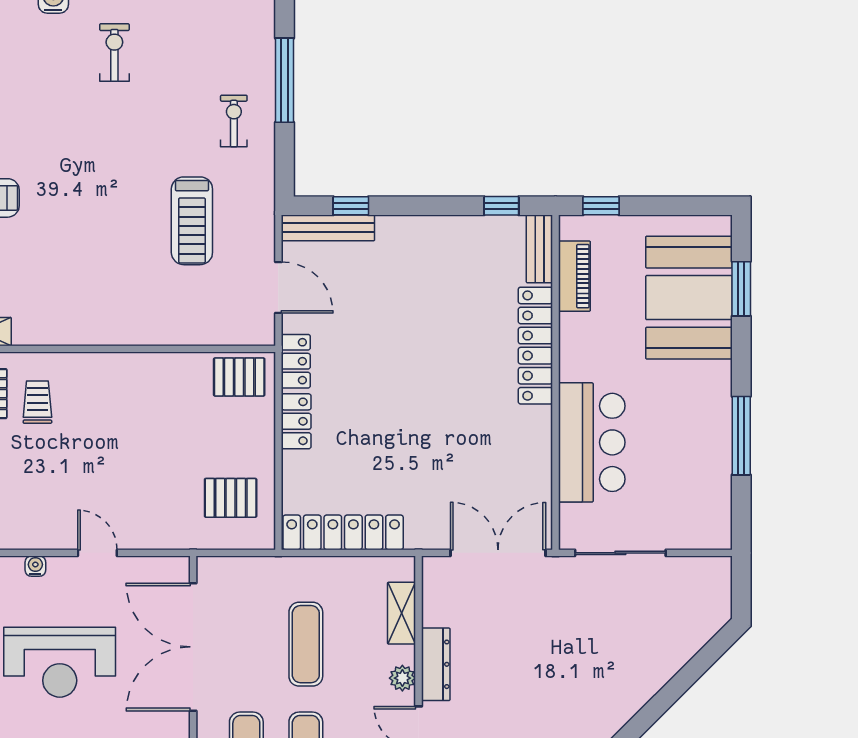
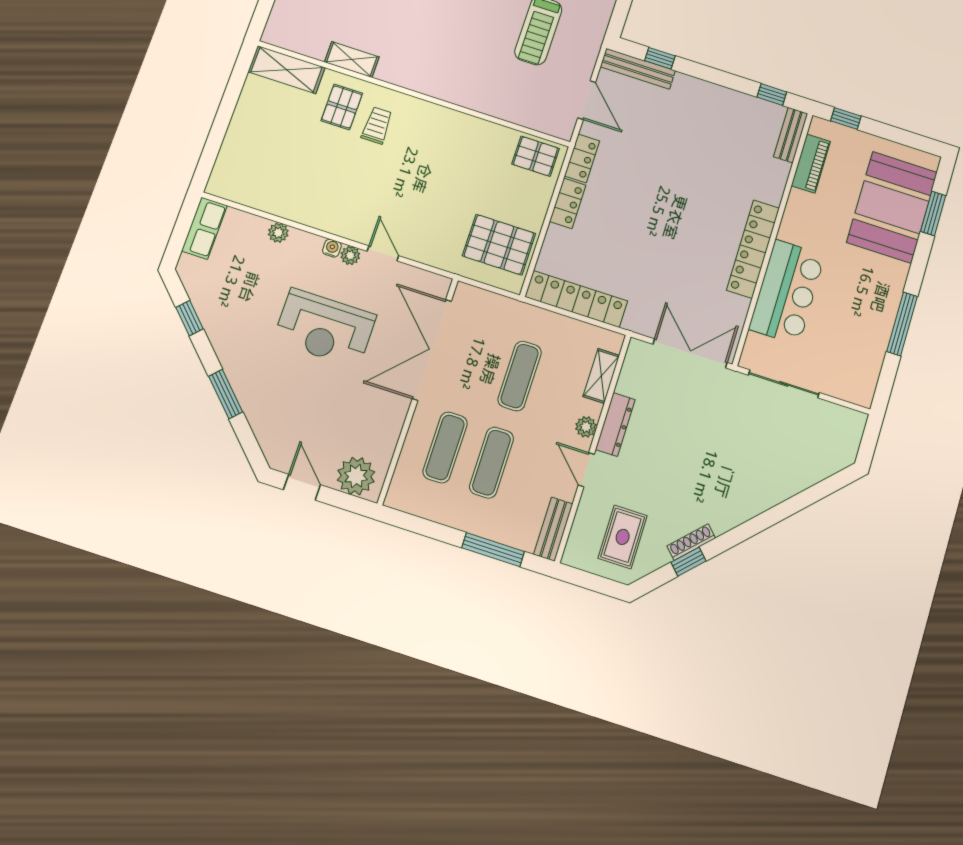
locker: (535, 346) -> (753, 249), moved
pallet: (231, 498) -> (499, 245), width x1.50, depth x1.42
plant: (60, 568) -> (350, 255), added

